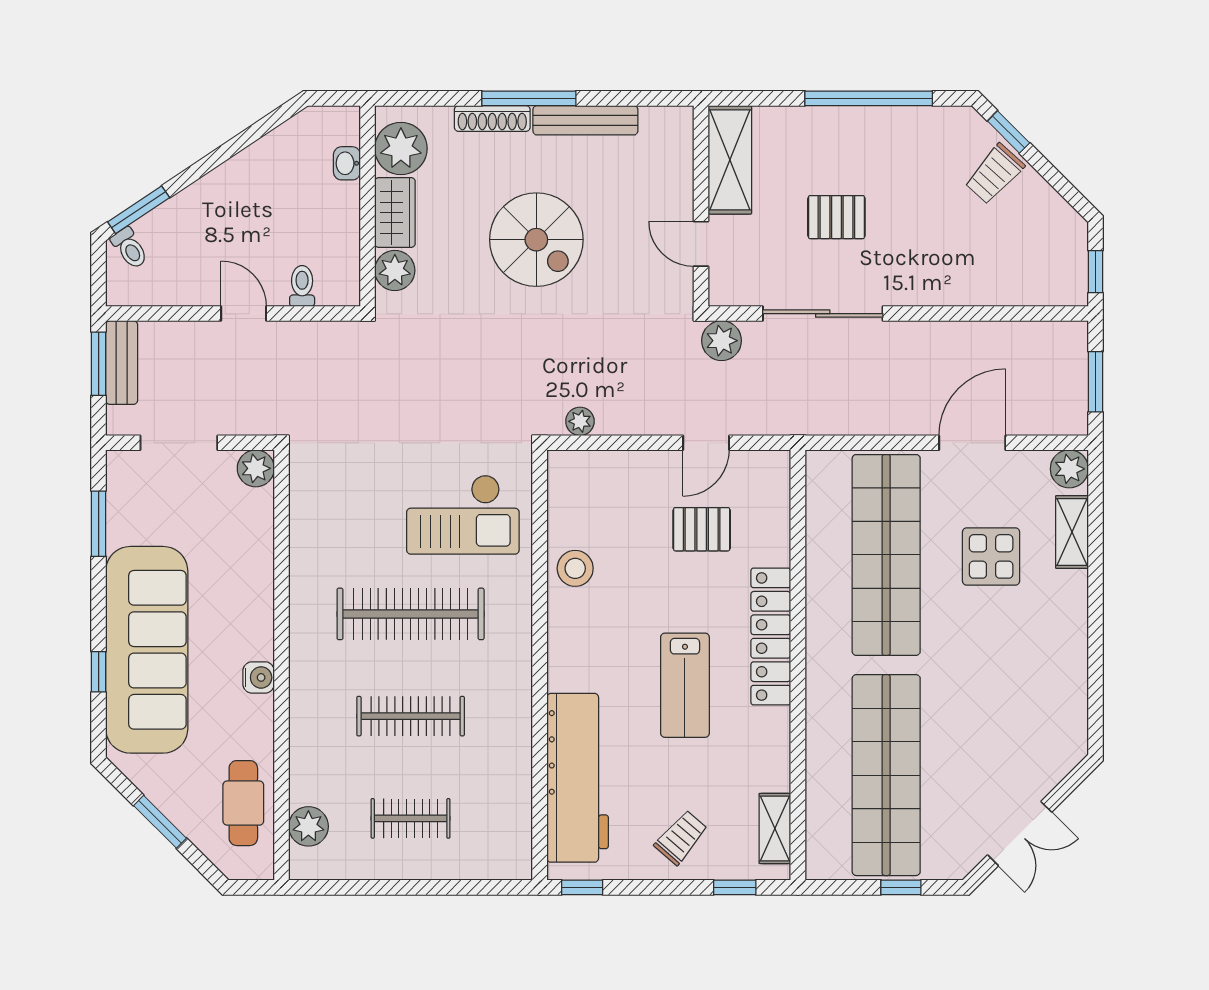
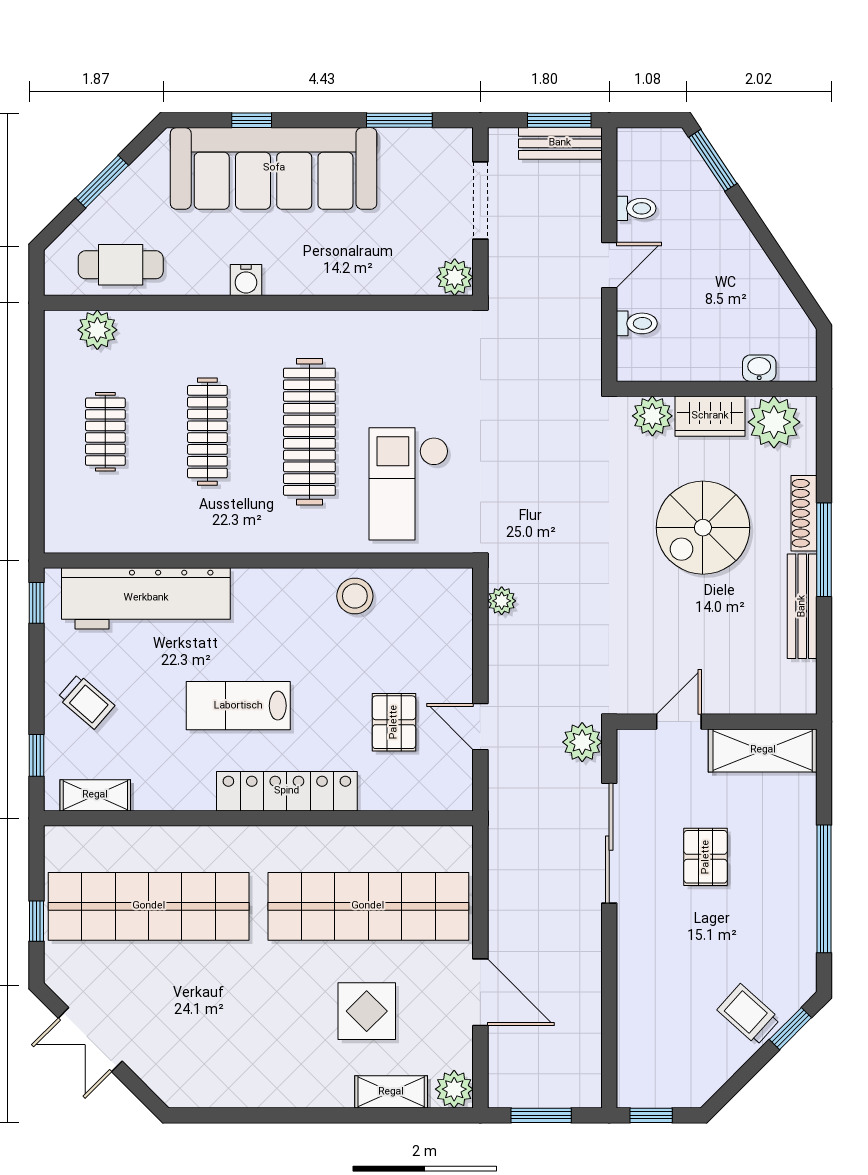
spiral stairs: (536, 240) -> (703, 528), moved
toilet: (130, 248) -> (636, 208), moved, turned -146

